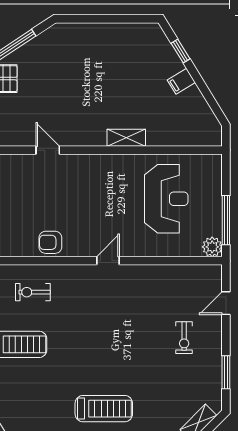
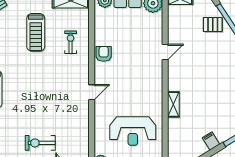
door: (108, 261) -> (92, 92), hinge flipped
exercise bike: (184, 338) -> (40, 143), width x1.38, depth x1.39

